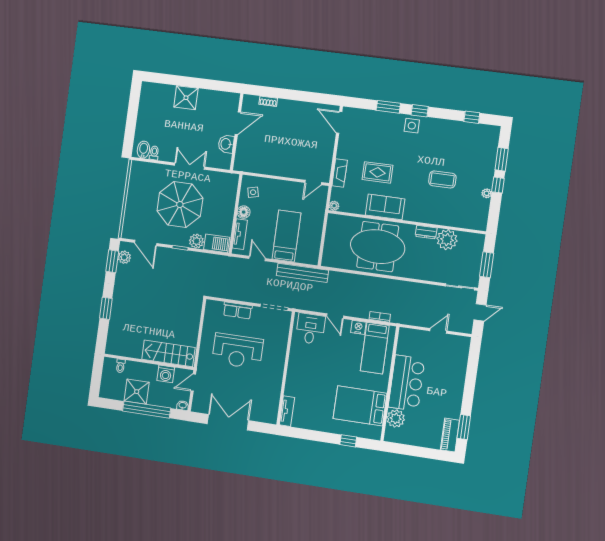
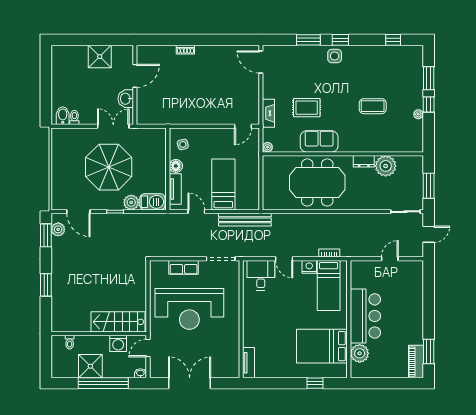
door: (238, 123) -> (135, 76), moved
wall: (237, 132) -> (135, 85), moved
washbasin: (226, 144) -> (126, 99), moved
reception desk: (238, 351) -> (189, 309), width x1.36, depth x1.30

